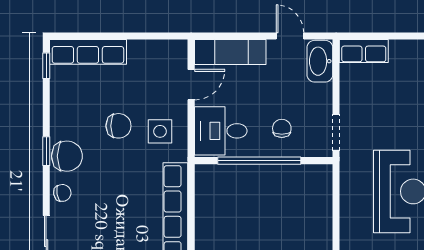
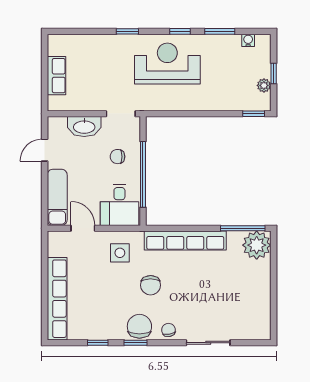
row of seats: (364, 51) -> (56, 76), moved
row of seats: (88, 52) -> (57, 299), width x1.36
washbasin: (320, 61) -> (84, 127), moved
window: (46, 66) -> (98, 343), moved
chair: (118, 126) -> (151, 285), moved, turned 180

